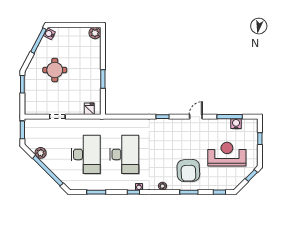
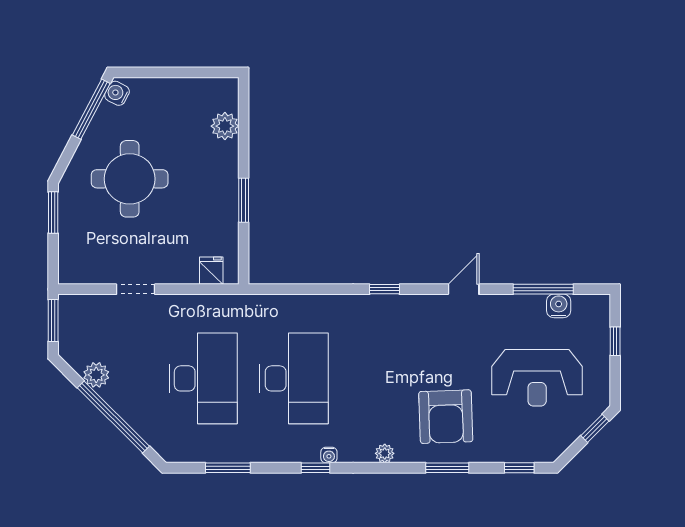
plant: (95, 33) -> (225, 126), moved
round table: (55, 70) -> (130, 179), width x1.36, depth x1.36
reception desk: (227, 154) -> (537, 378), turned 180

